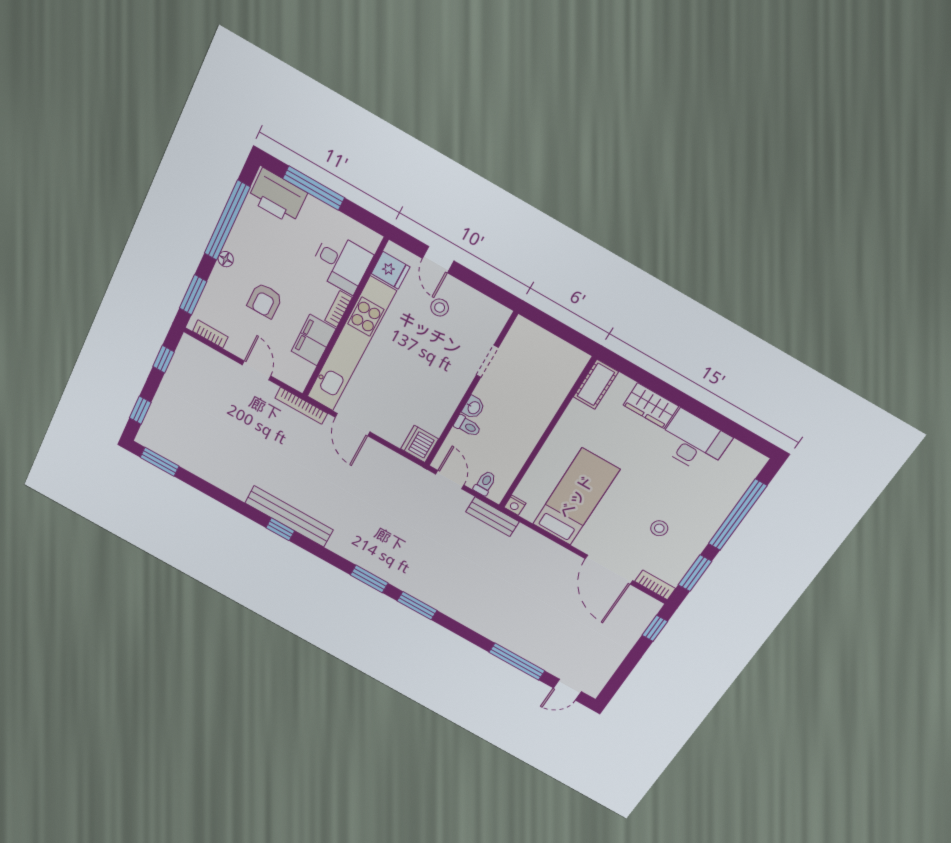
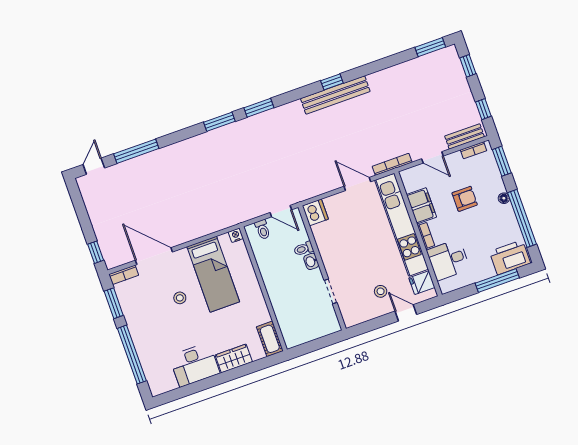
armchair: (265, 301) -> (465, 199), turned 90
bench: (492, 517) -> (465, 136), moved
stool: (659, 528) -> (180, 298), moved

